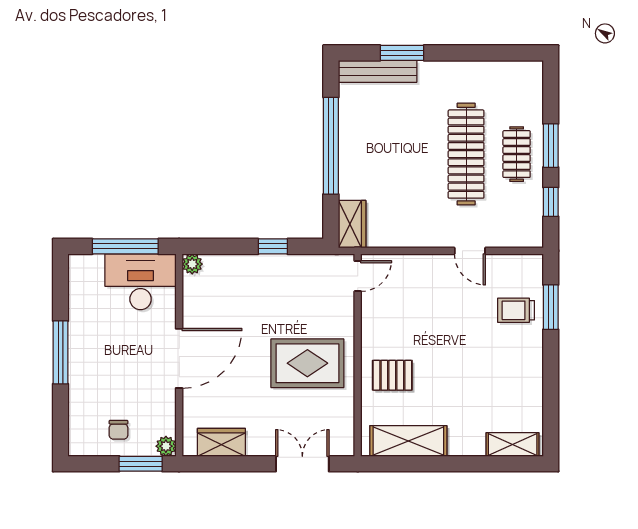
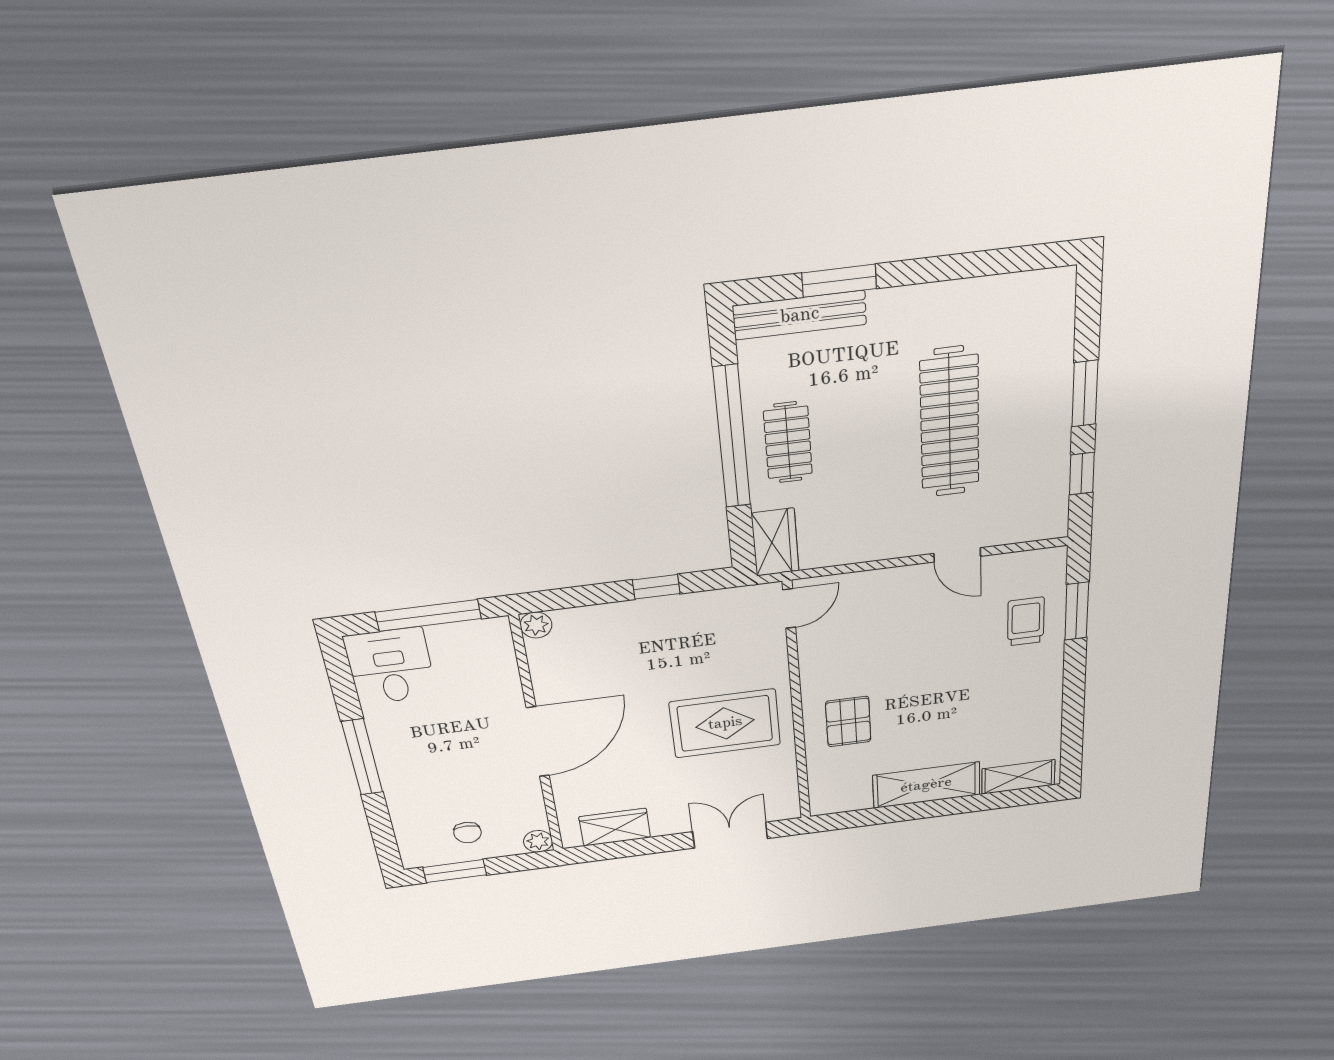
clothes rail: (517, 154) -> (788, 443), moved
desk: (141, 282) -> (391, 666), moved, width x0.73
trolley: (516, 310) -> (1026, 621), turned 90
pallet: (392, 375) -> (848, 722), turned 90
shelving: (408, 441) -> (926, 785), moved
window: (141, 464) -> (455, 871), moved

